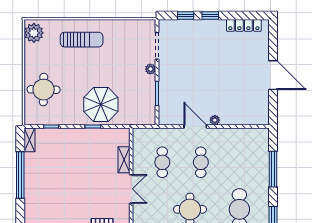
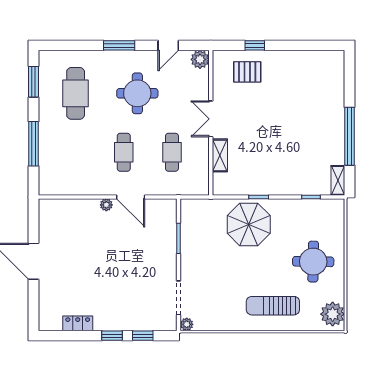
locker: (244, 25) -> (78, 323), width x0.66
plant: (150, 69) -> (187, 324), moved
round table: (44, 90) -> (313, 262), moved

